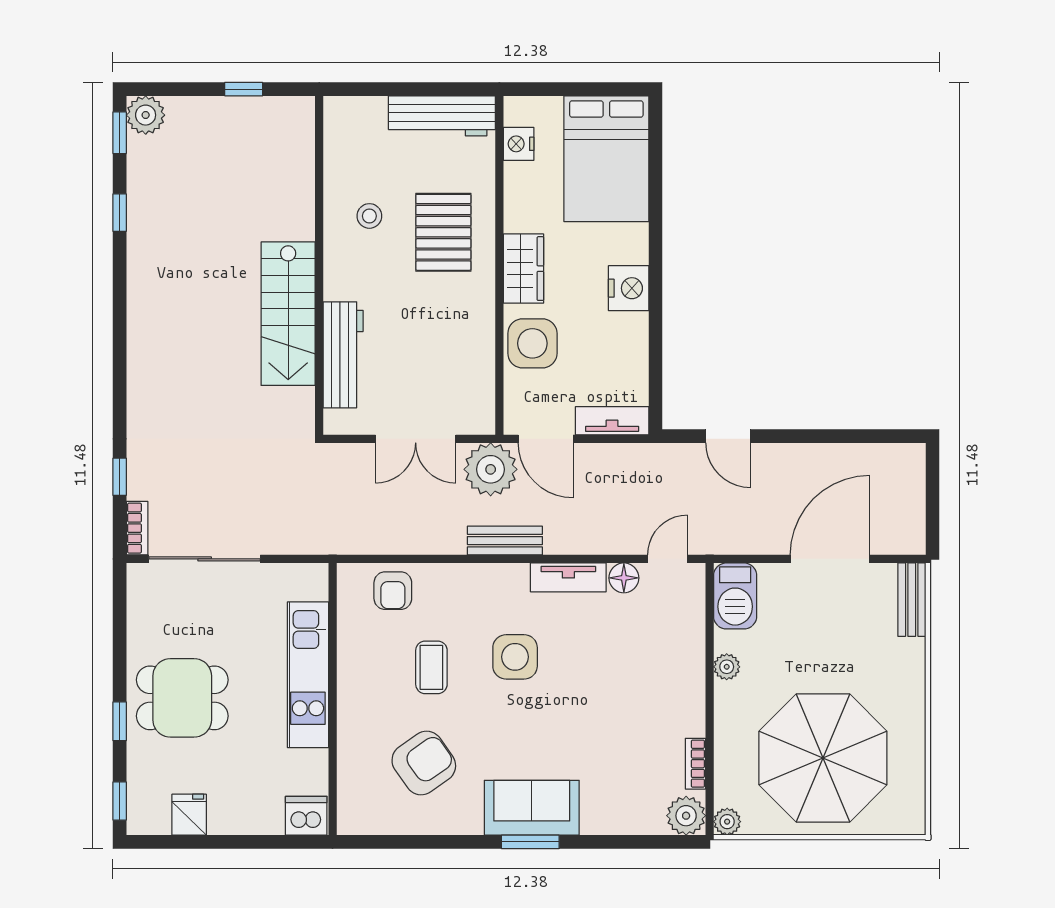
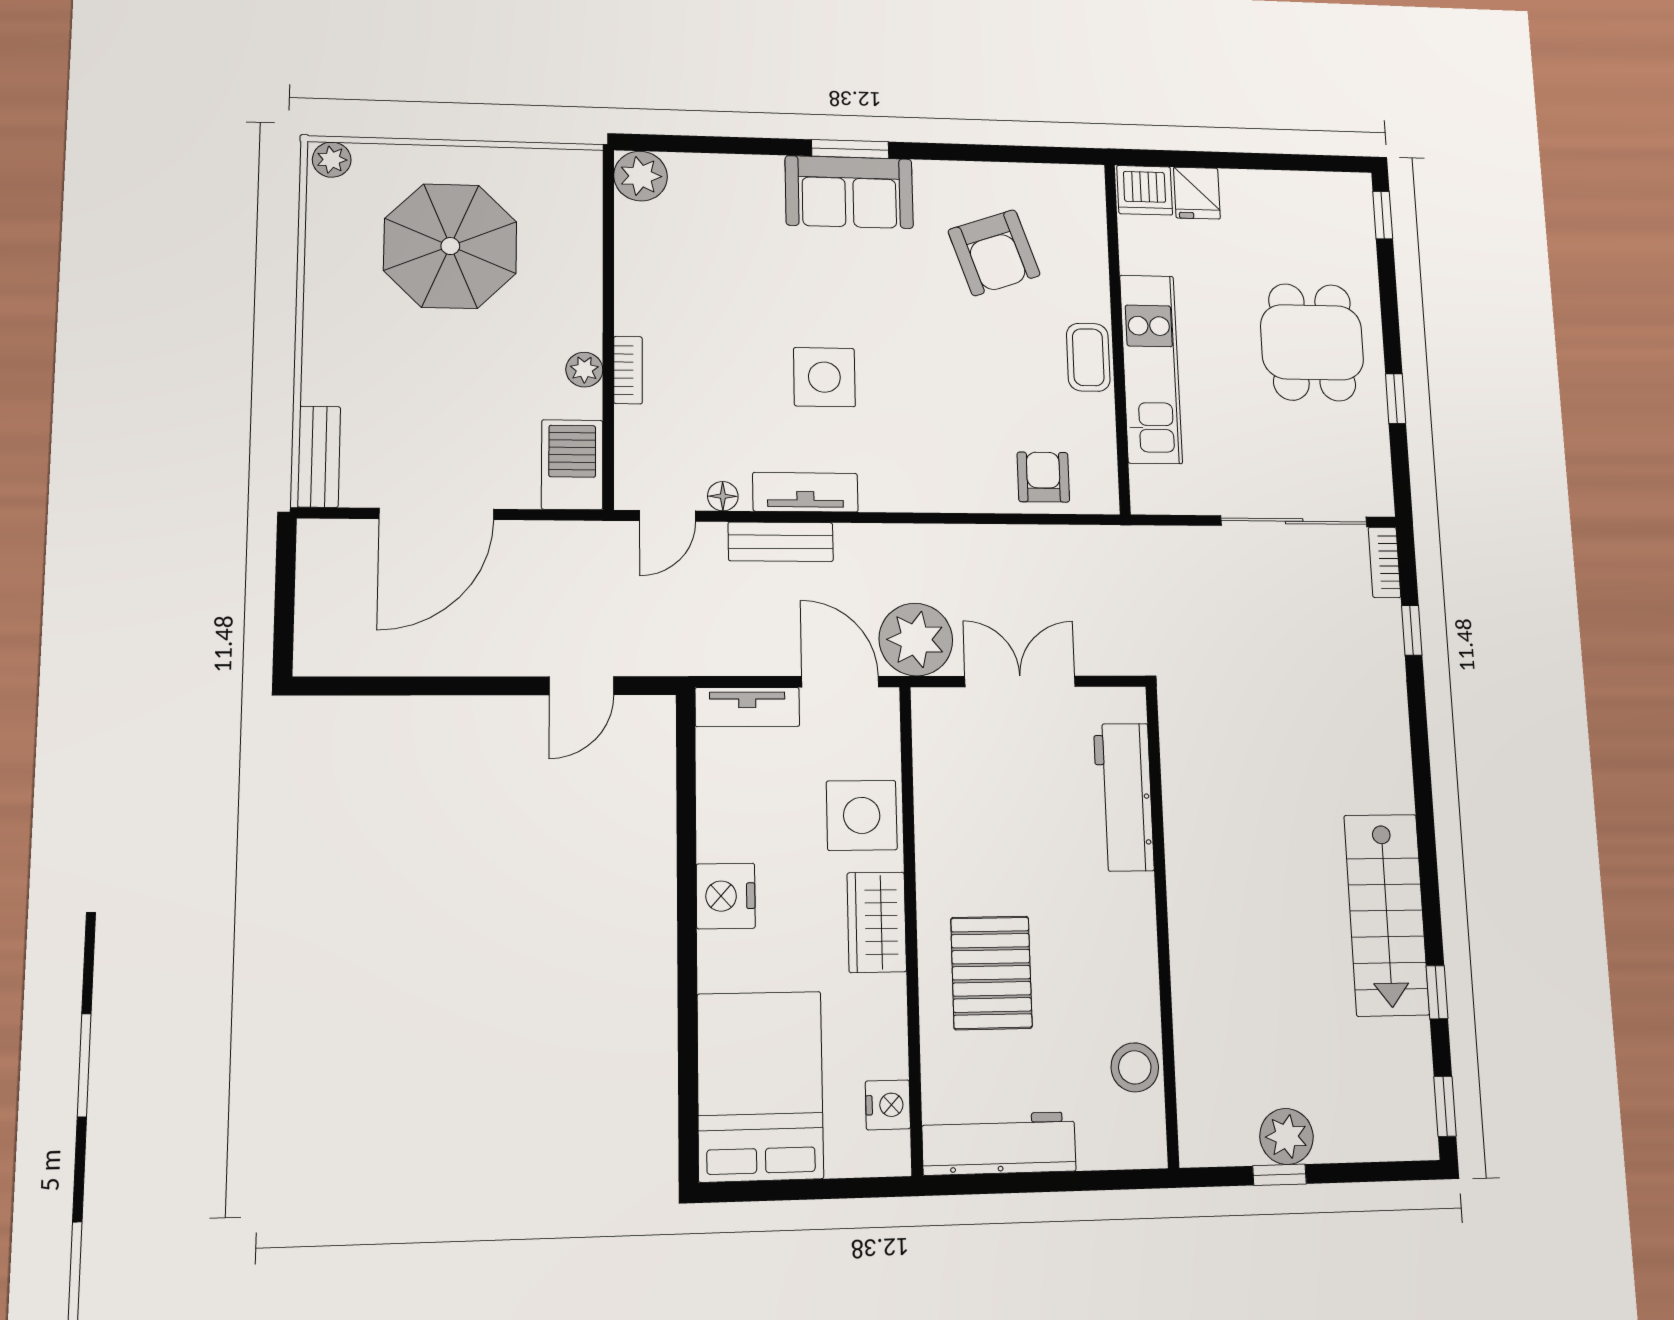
plant: (146, 115) -> (1287, 1136), moved
stool: (369, 216) -> (1135, 1067), moved, width x1.37, depth x1.37
stairs: (288, 314) -> (1387, 915), moved, turned 180
door: (728, 436) -> (581, 686), swing flipped
bench: (505, 541) -> (781, 542), moved
floor lamp: (624, 578) -> (723, 496), width x0.73, depth x0.73
side table: (515, 657) -> (824, 377), moved
coffee table: (431, 667) -> (1088, 357), moved
dining table: (182, 698) -> (1312, 342), turned 90
window: (120, 721) -> (1396, 399), moved
parasol: (823, 758) -> (450, 246), width x0.73, depth x0.73
armchair: (424, 763) -> (994, 253), turned -74
bookcase: (695, 764) -> (628, 370), moved
fridge: (189, 815) -> (1197, 193), moved
plant: (727, 822) -> (332, 160), moved

